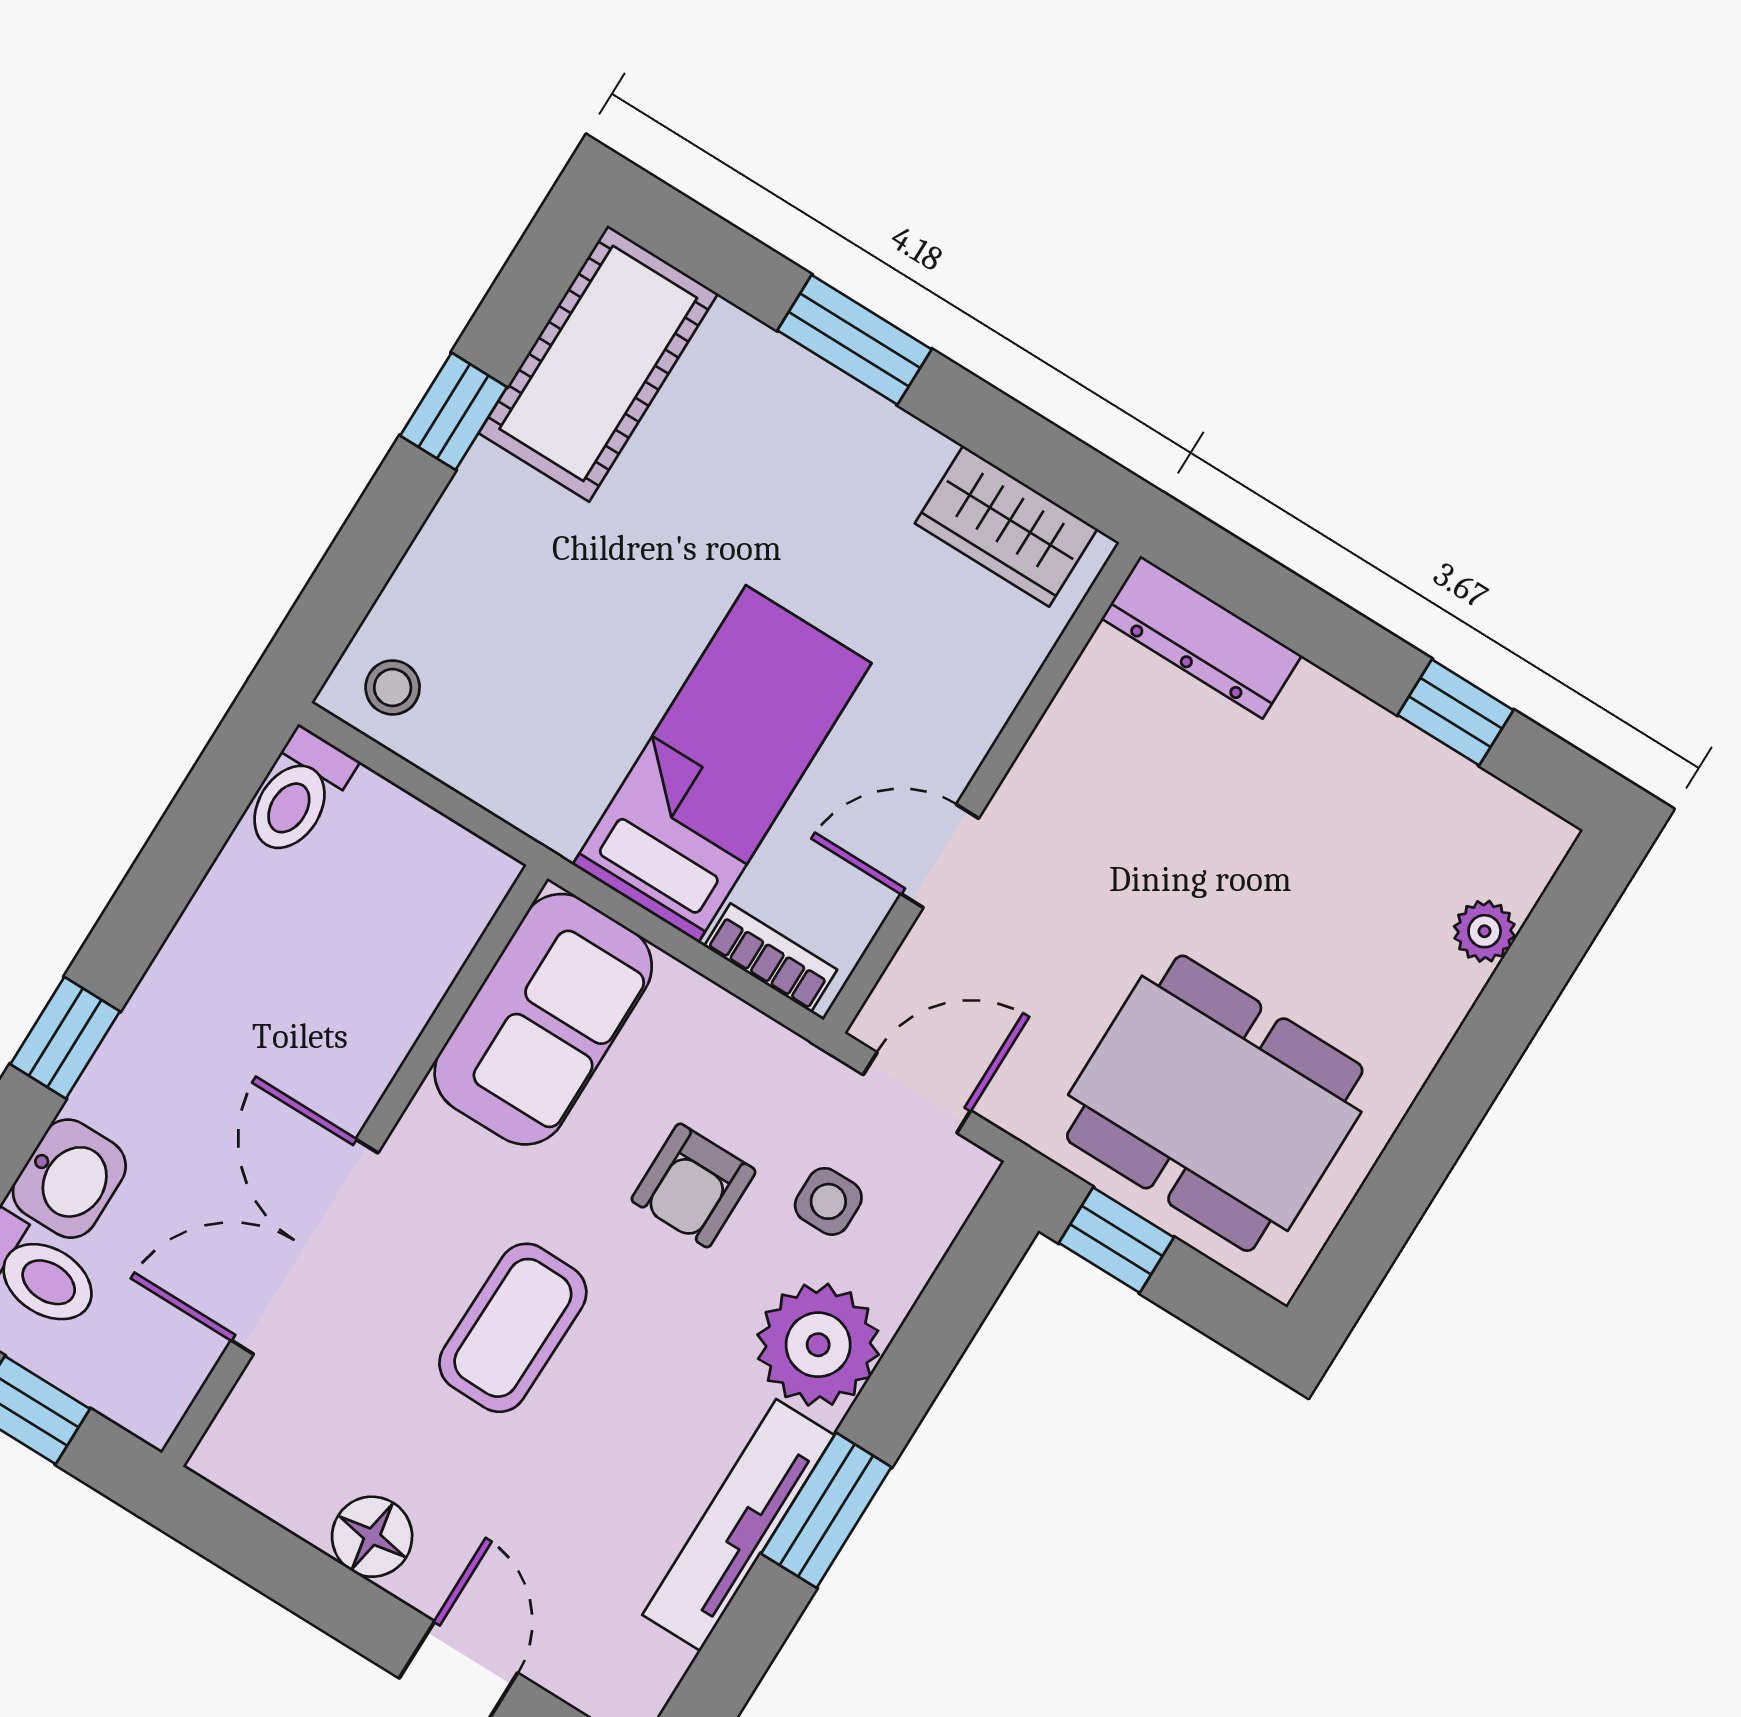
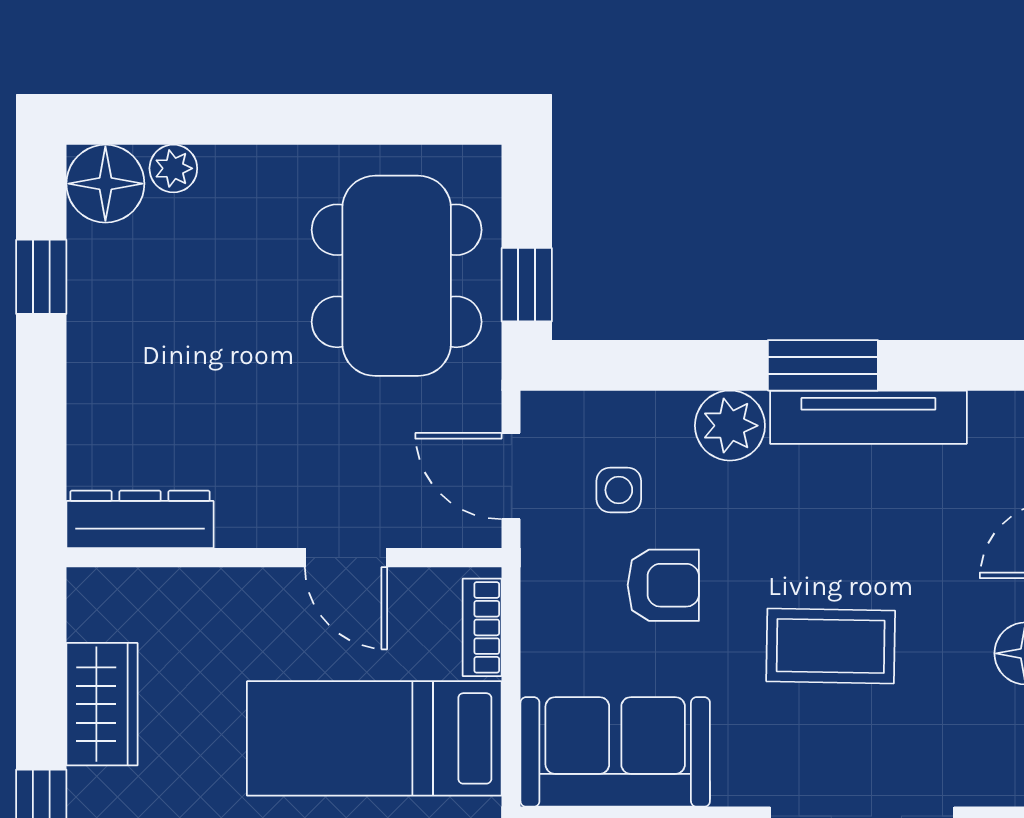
wardrobe: (1006, 526) -> (102, 704), moved
dresser: (1202, 637) -> (140, 519), moved, turned -90
floor lamp: (1514, 846) -> (105, 184), added
plant: (818, 1345) -> (730, 426), width x0.73, depth x0.73

